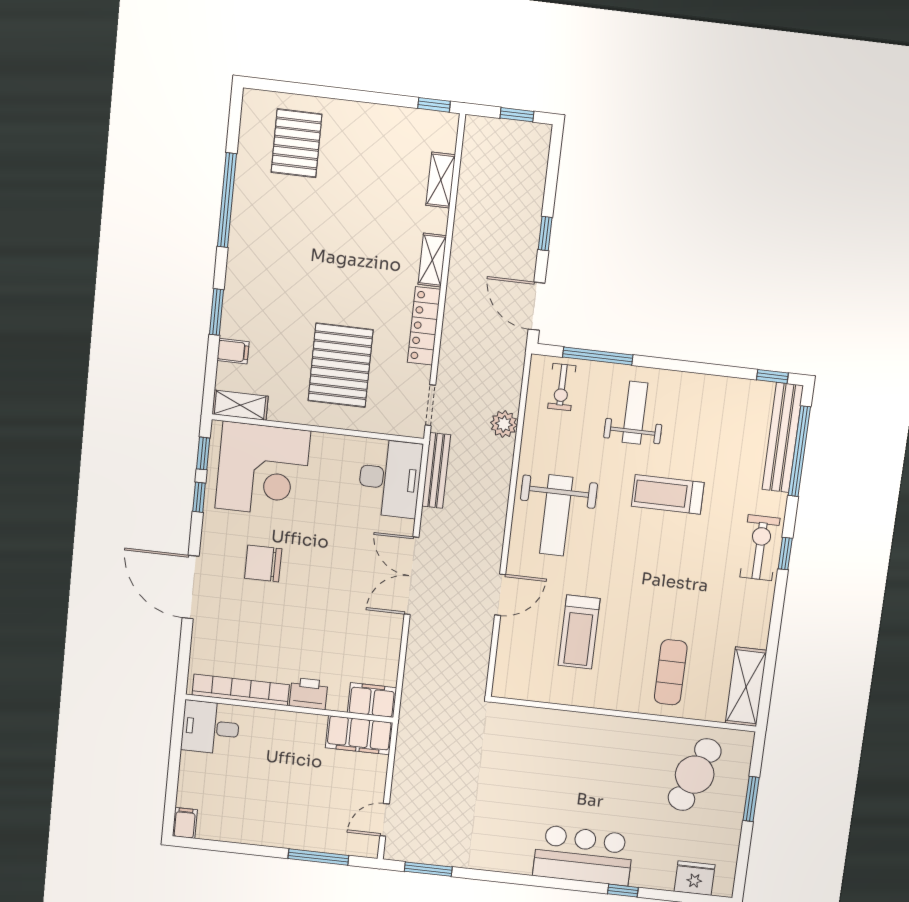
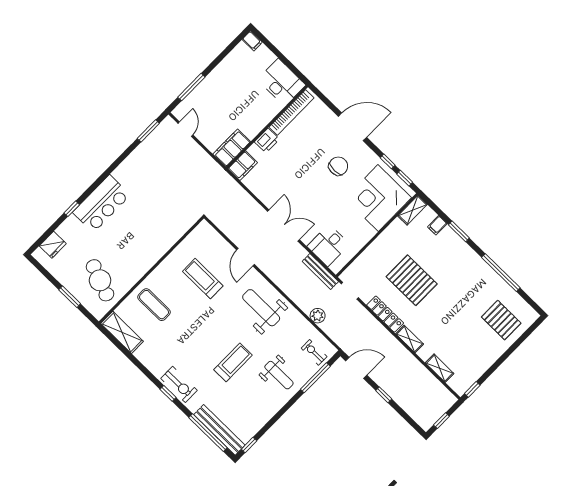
pallet: (341, 365) -> (412, 280), moved
desk: (390, 478) -> (328, 245), width x0.73
desk: (210, 728) -> (282, 82), width x1.37

